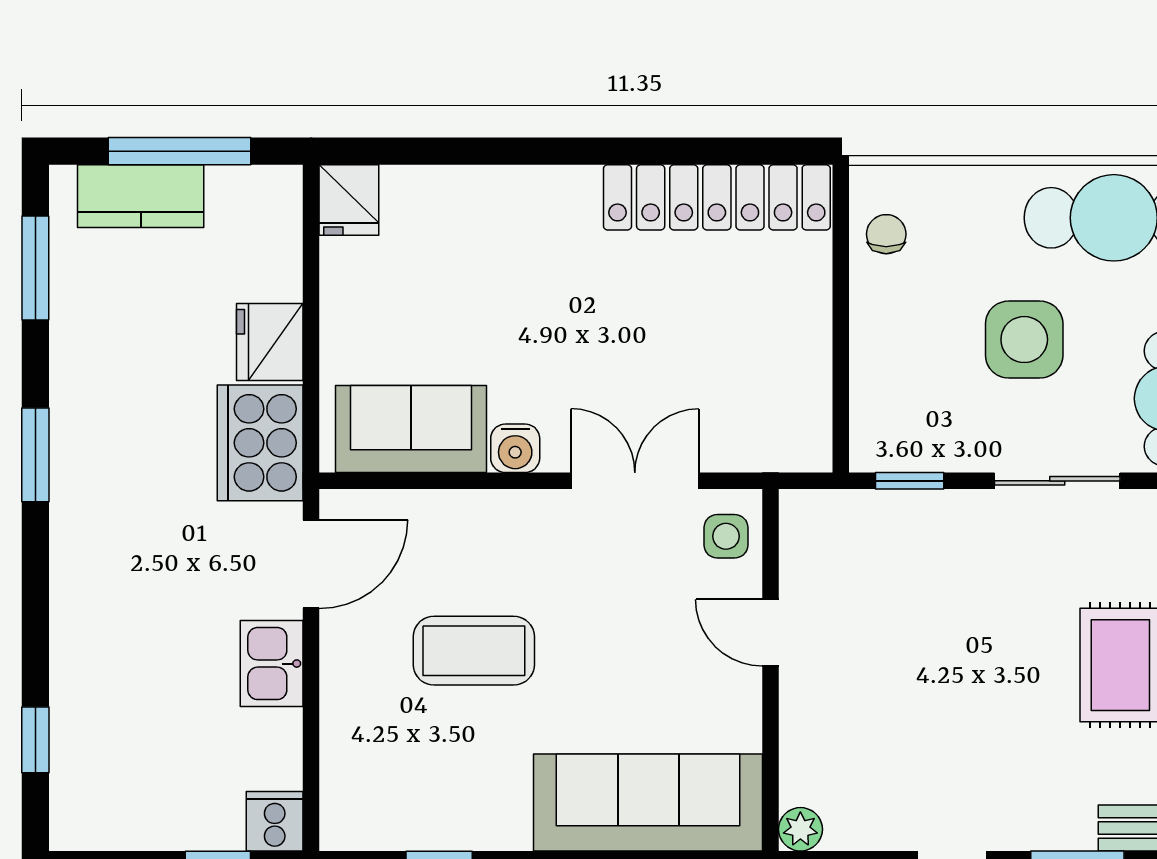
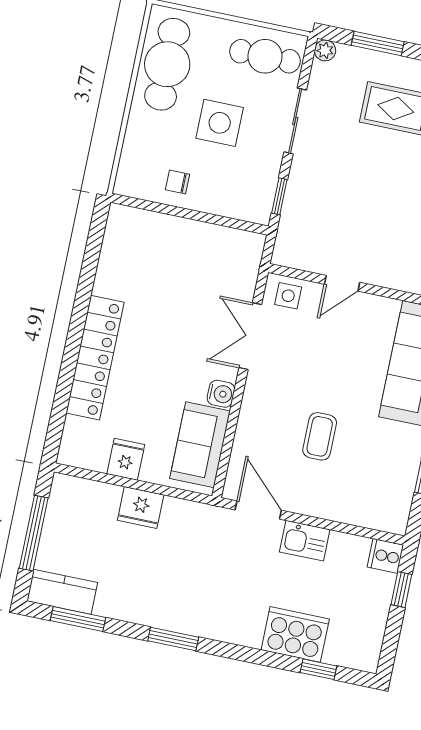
kitchen counter: (141, 196) -> (62, 592), moved, turned -90
locker: (717, 197) -> (95, 358), moved
fridge: (349, 200) -> (126, 459), moved, turned -90
chair: (886, 234) -> (177, 182), moved
cooker: (260, 443) -> (295, 634), moved, turned 180
coffee table: (474, 651) -> (320, 436), width x0.73, depth x0.77

